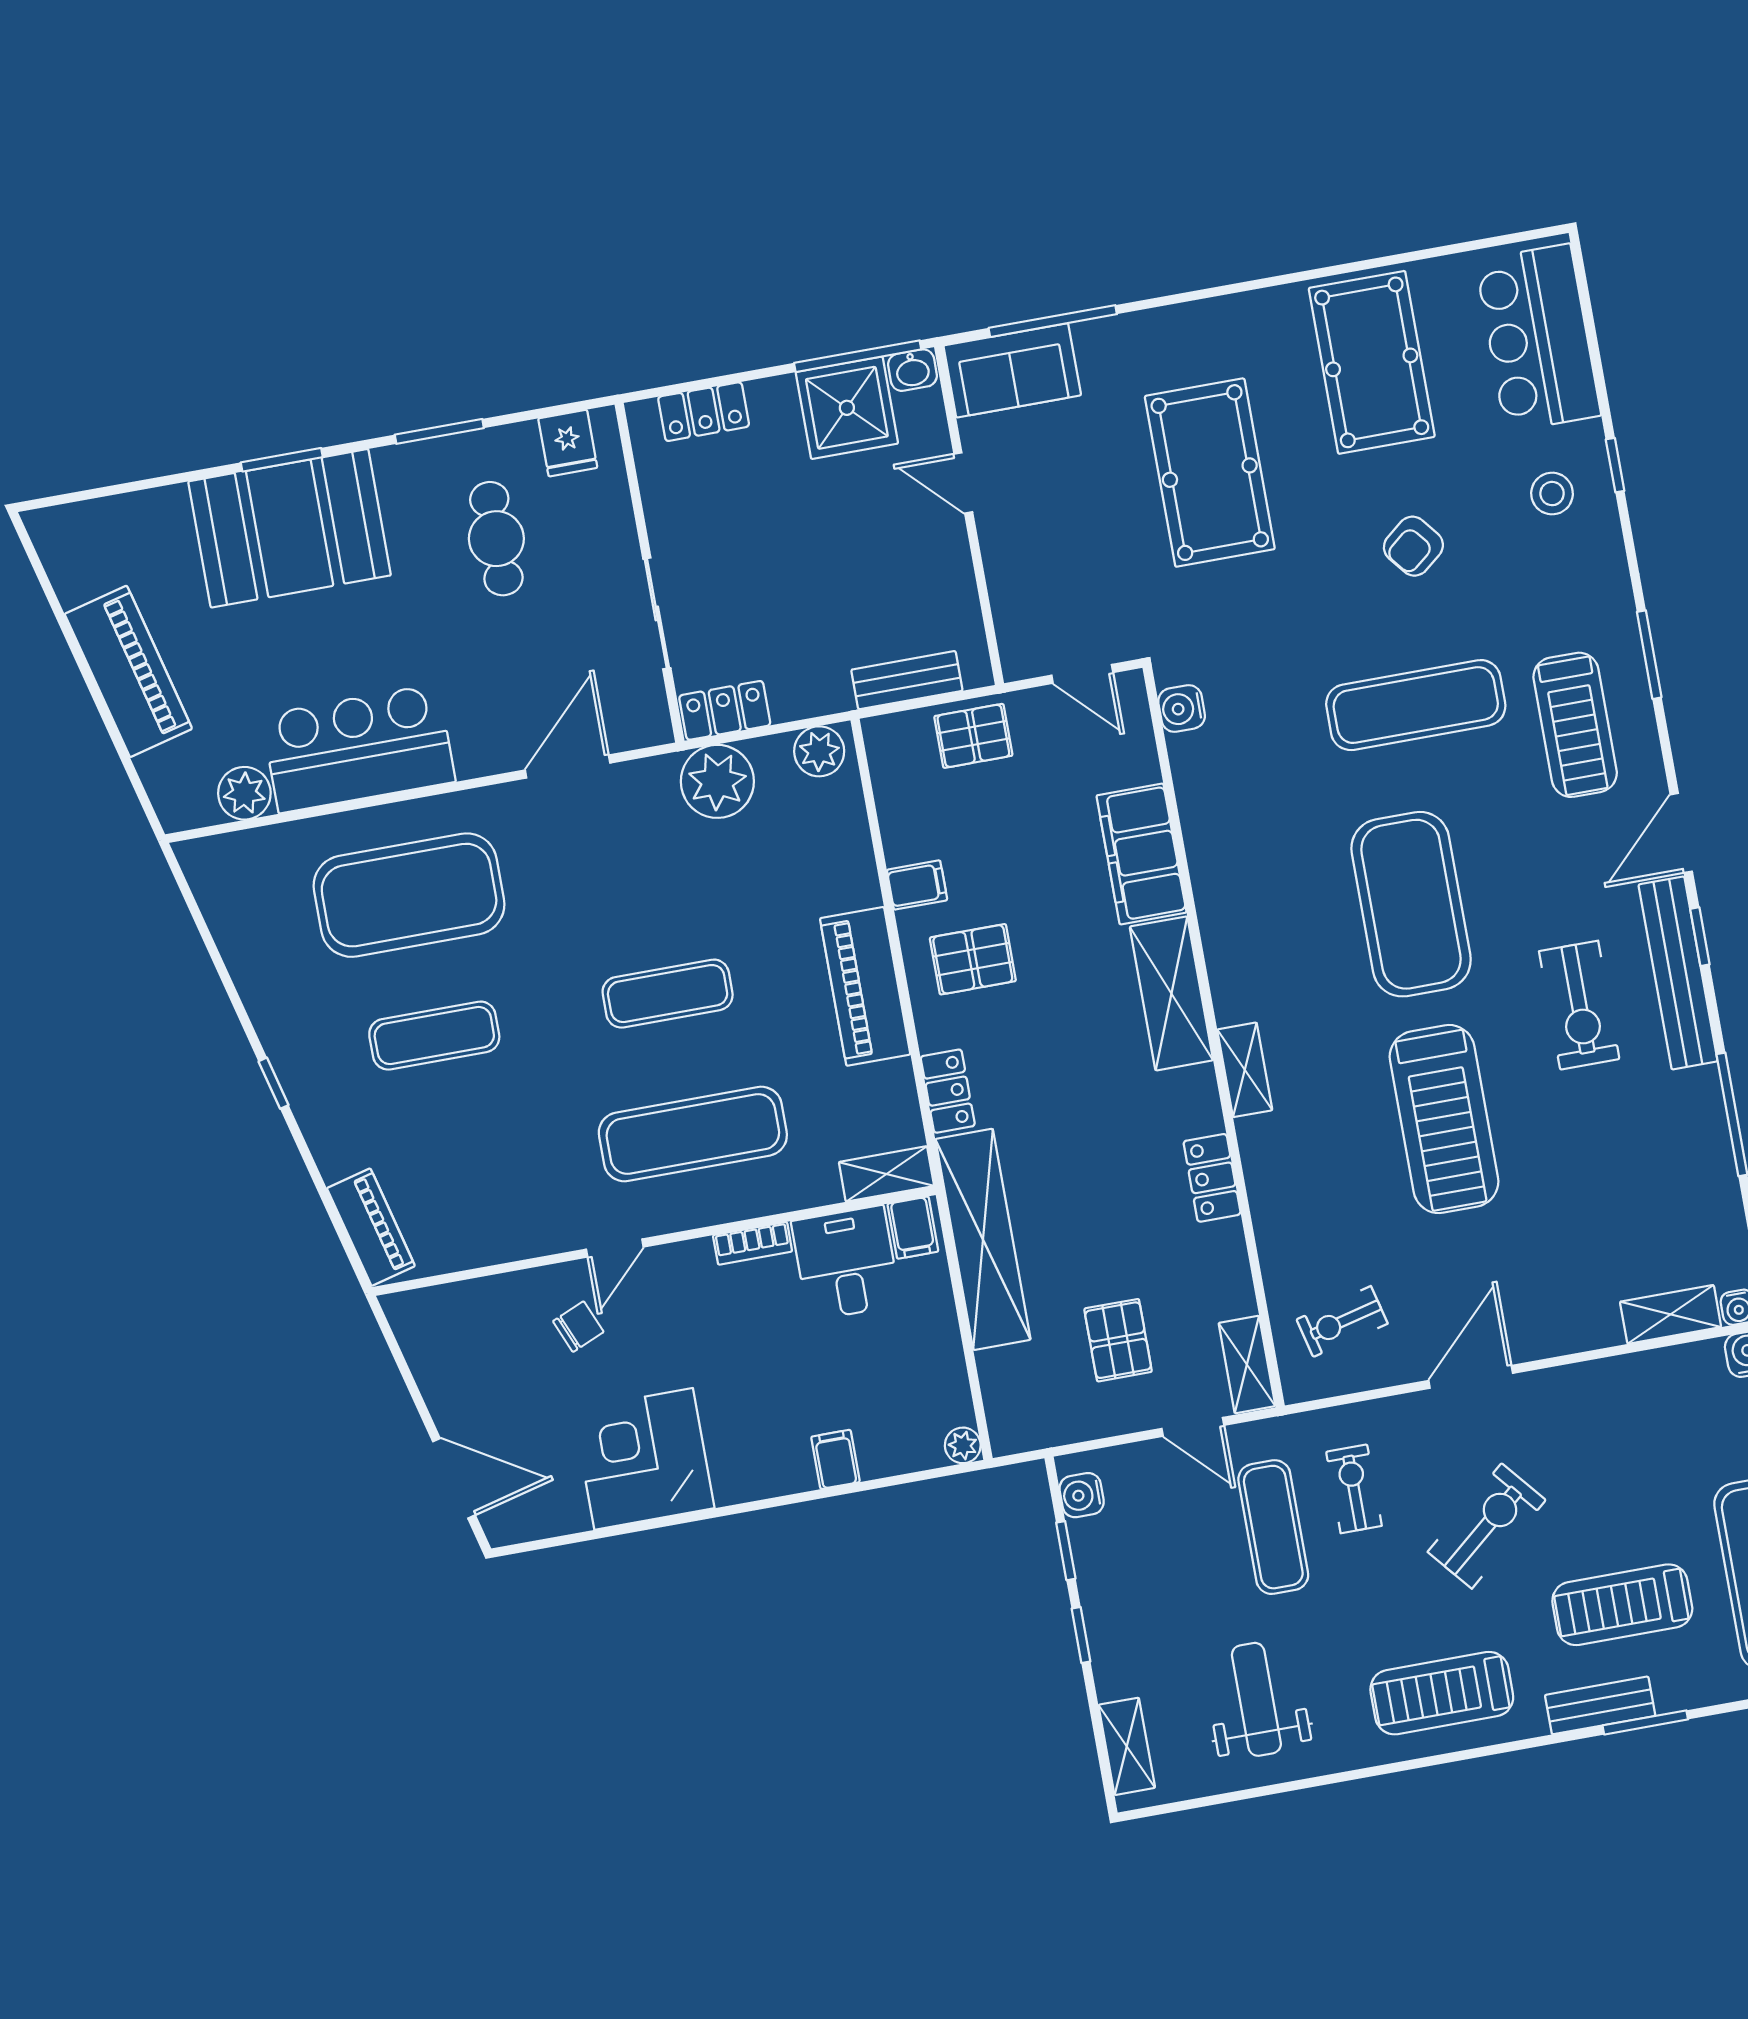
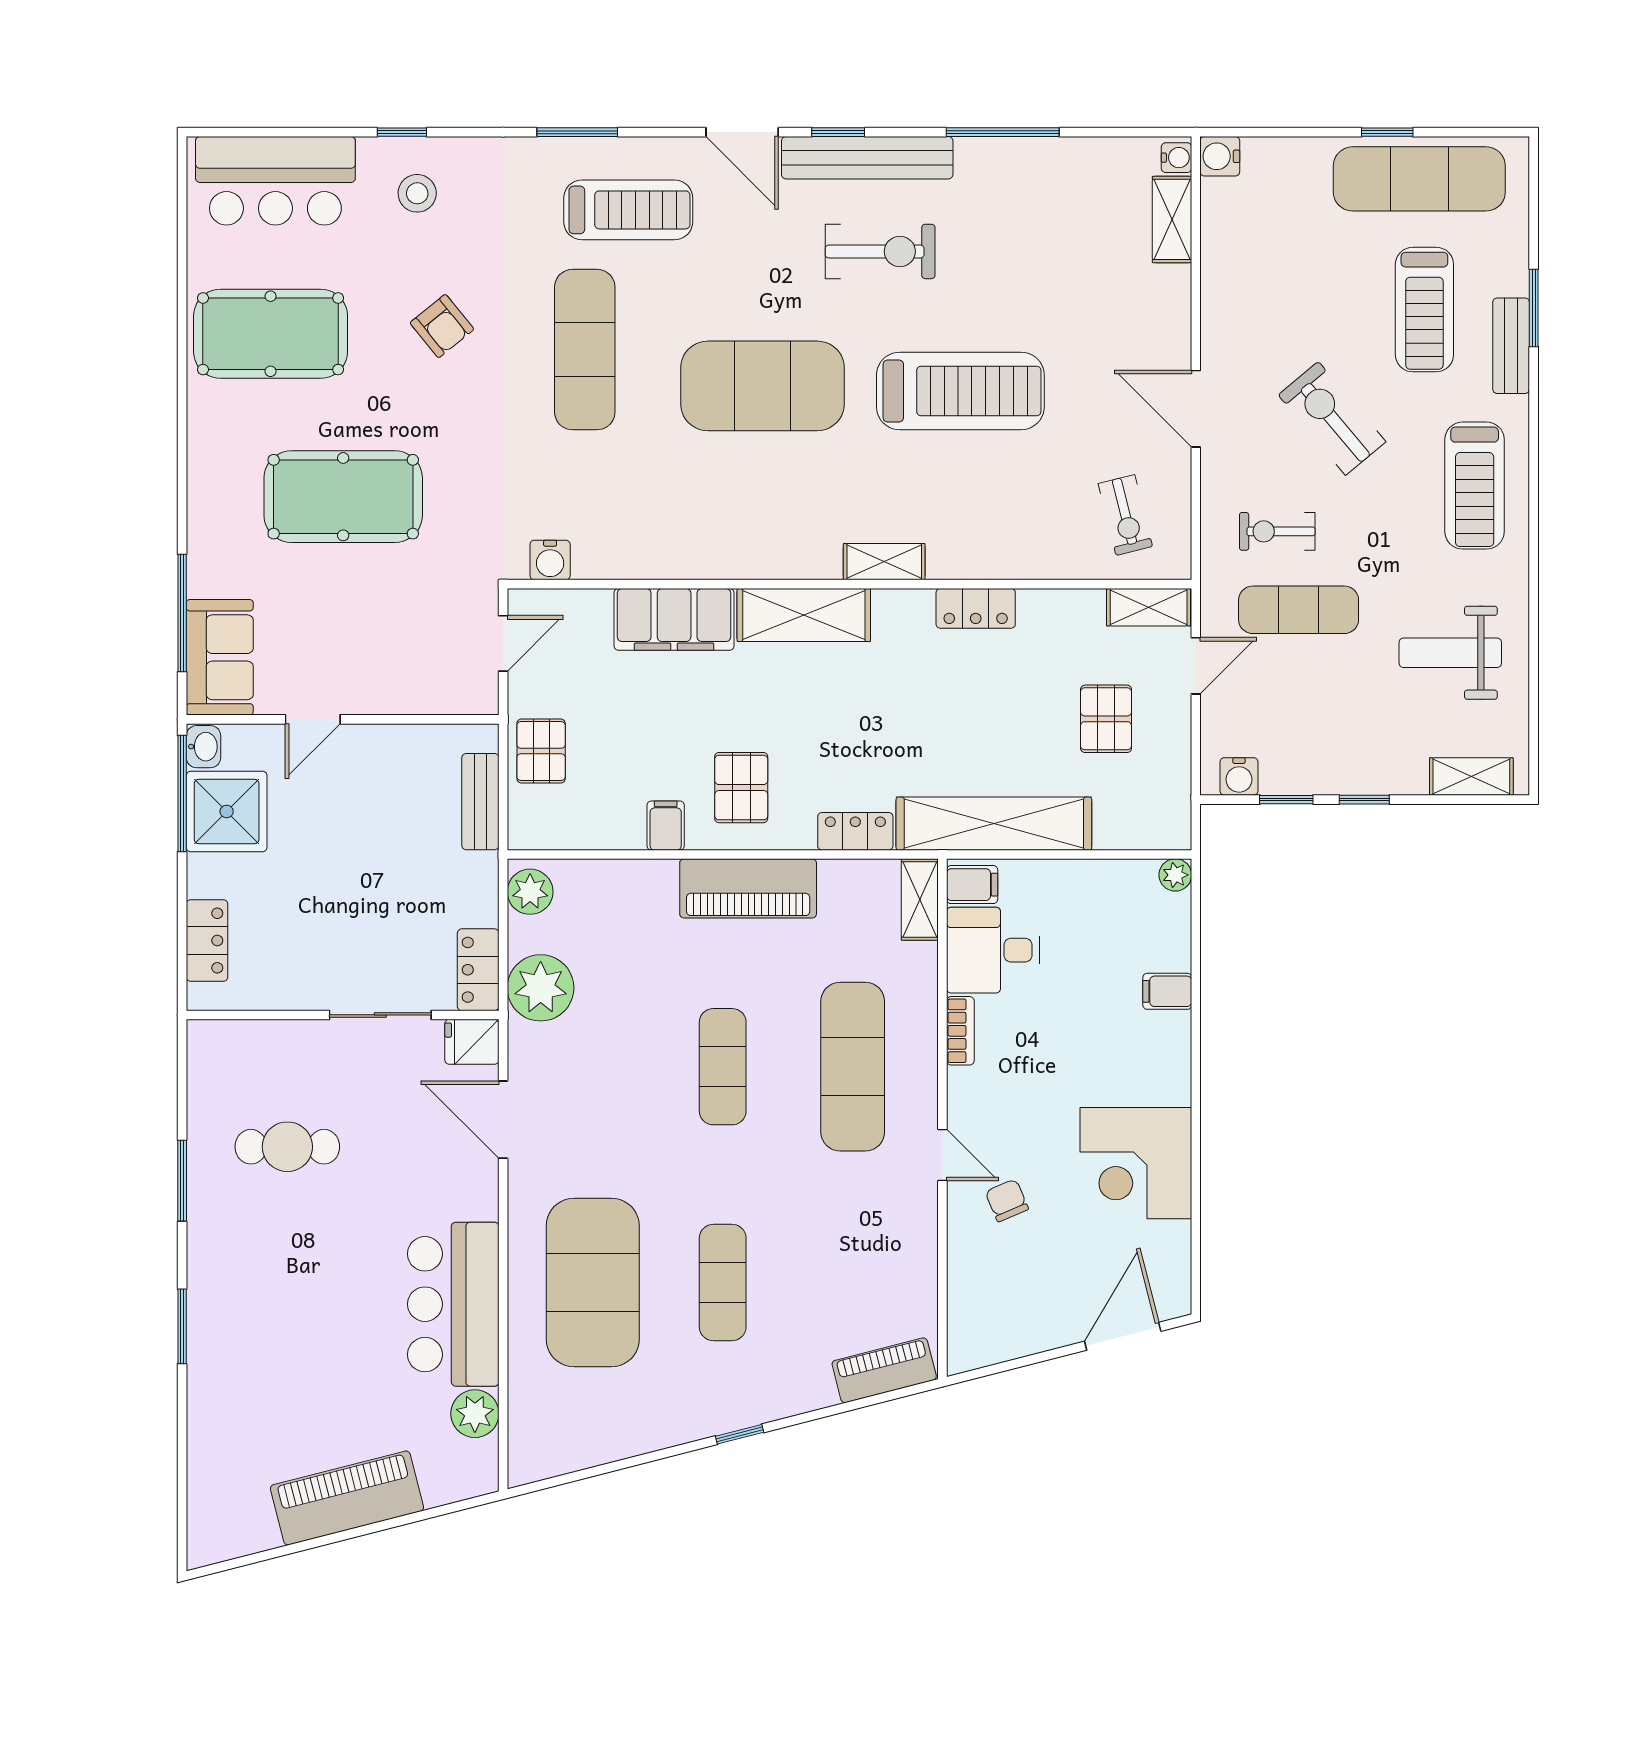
fridge: (568, 443) -> (472, 1042), moved, turned 180
booth: (290, 528) -> (245, 1330), removed
pallet: (1118, 1340) -> (1106, 719), turned 90

